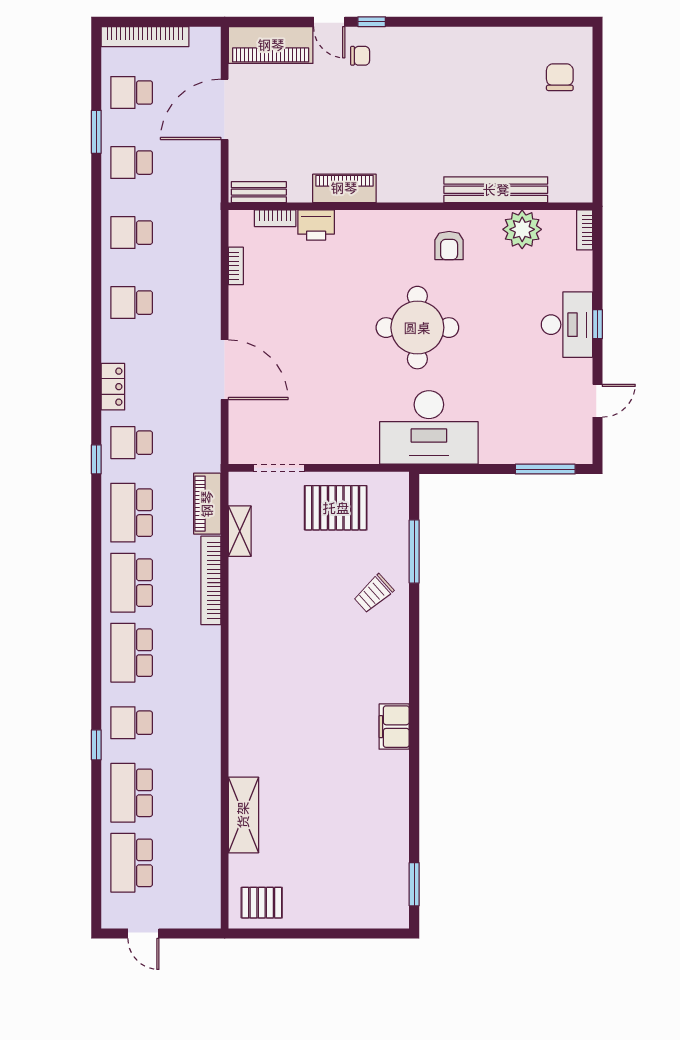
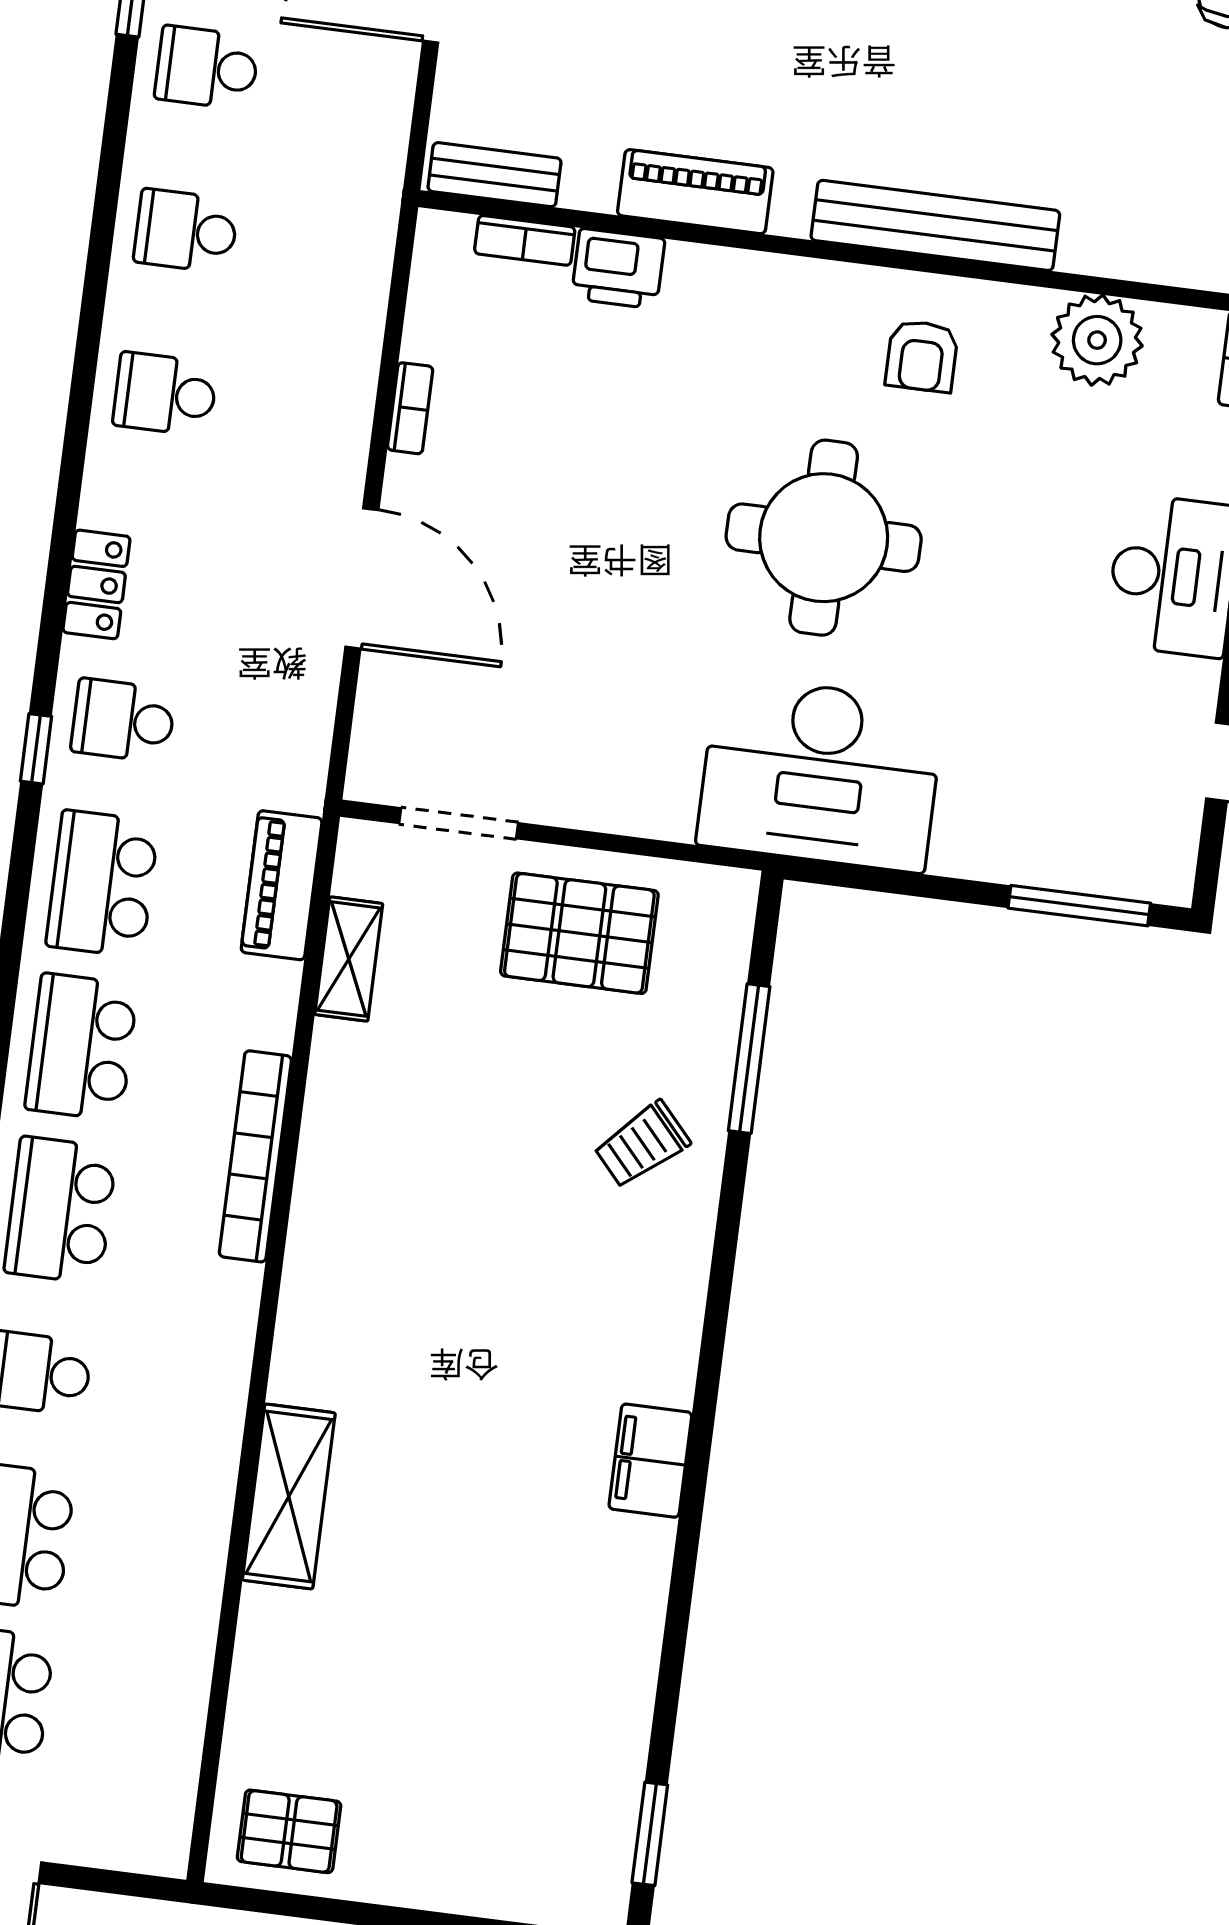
bench: (496, 190) -> (935, 225), moved
bookcase: (236, 266) -> (410, 408), moved
bookcase: (211, 580) -> (255, 1156), moved
shelving: (243, 815) -> (289, 1496), moved

